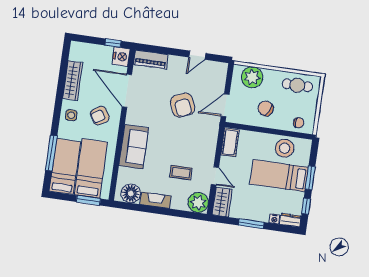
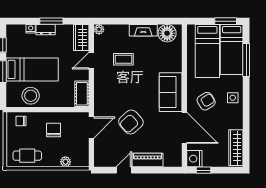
piano: (151, 59) -> (148, 160), moved
plant: (252, 77) -> (65, 162), width x0.53, depth x0.53
wardrobe: (73, 81) -> (236, 148), moved
armchair: (183, 105) -> (131, 122), turned -109
chair: (266, 108) -> (54, 130), turned -116
sofa: (134, 147) -> (171, 92), moved
door: (215, 176) -> (91, 61), hinge flipped
window: (88, 200) -> (226, 21), moved
plant: (198, 203) -> (99, 29), width x0.53, depth x0.53
dresser: (290, 220) -> (46, 30), moved

